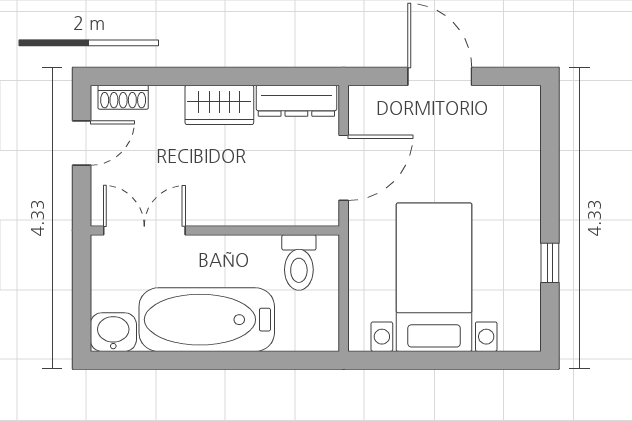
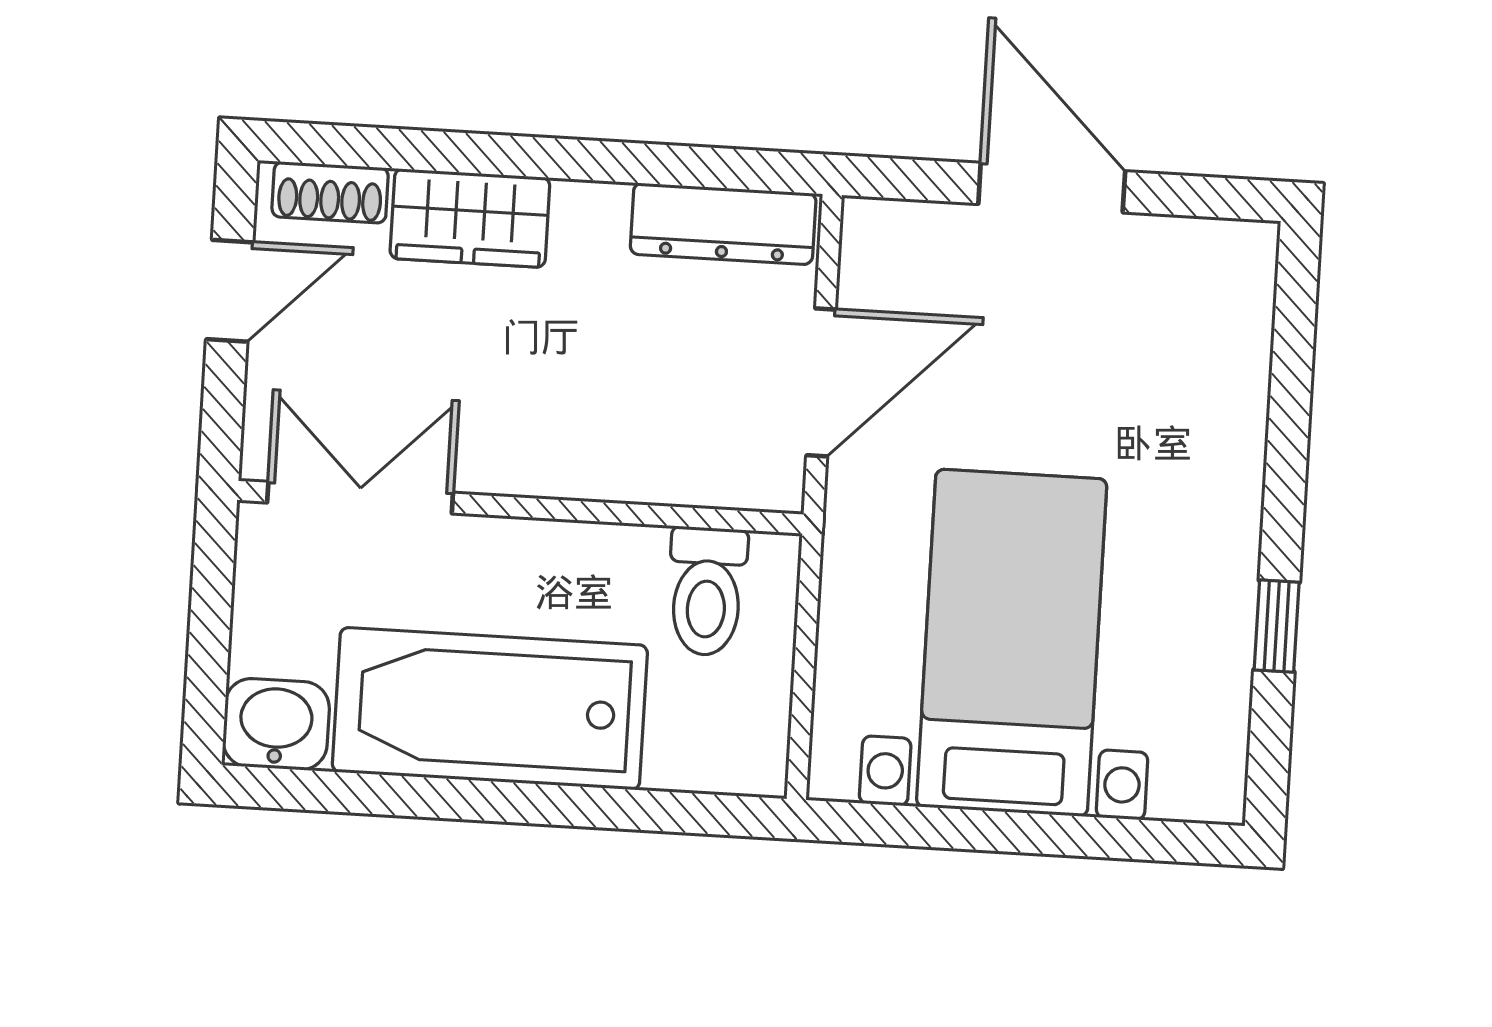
wardrobe: (219, 105) -> (470, 218), moved

